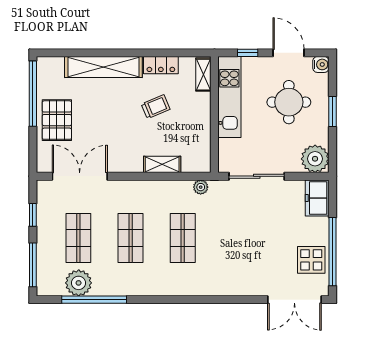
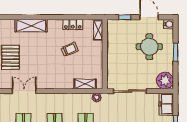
shelving: (103, 67) -> (31, 26), width x0.68
kitchen unit: (229, 97) -> (114, 44), removed
shelving: (162, 164) -> (85, 84), moved
double door: (80, 176) -> (24, 91), width x0.73

